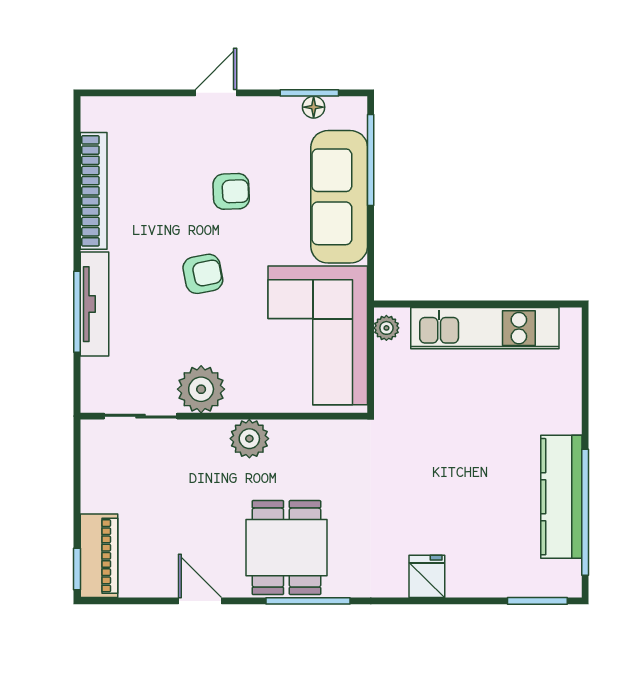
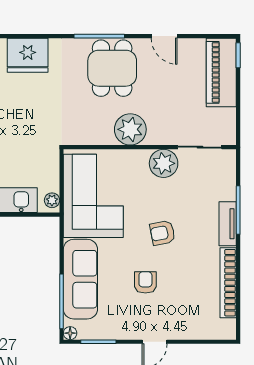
floor lamp: (314, 107) -> (70, 333), moved
armchair: (231, 191) -> (145, 282), turned 92
tv unit: (94, 304) -> (228, 224), width x0.71
plant: (249, 439) -> (130, 129), width x1.36, depth x1.36
piano: (99, 556) -> (221, 72), width x1.37, depth x1.33
fridge: (427, 576) -> (28, 55), width x1.88, depth x1.34

